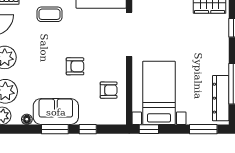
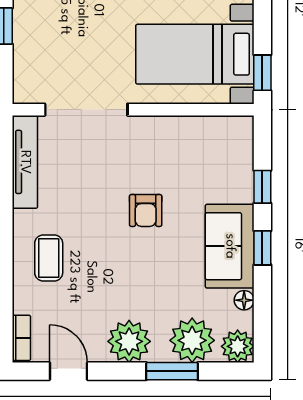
armchair: (75, 66) -> (146, 210), turned 180
armchair: (109, 90) -> (190, 148), removed
window: (55, 129) -> (262, 248), width x0.67

